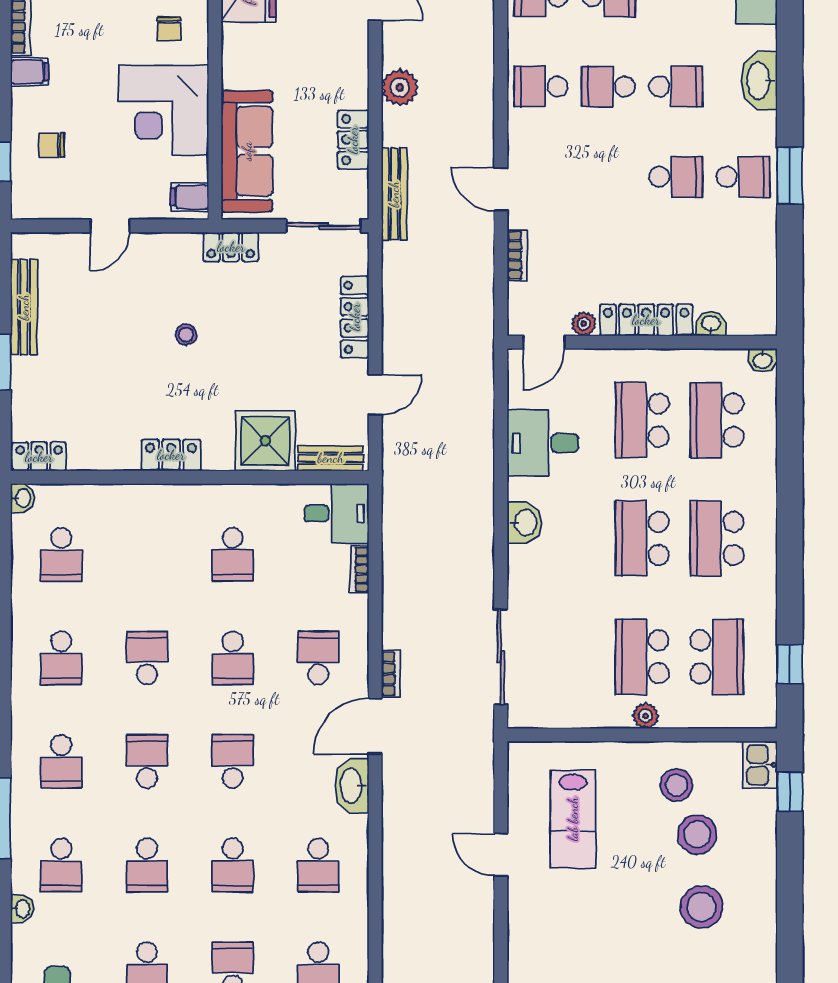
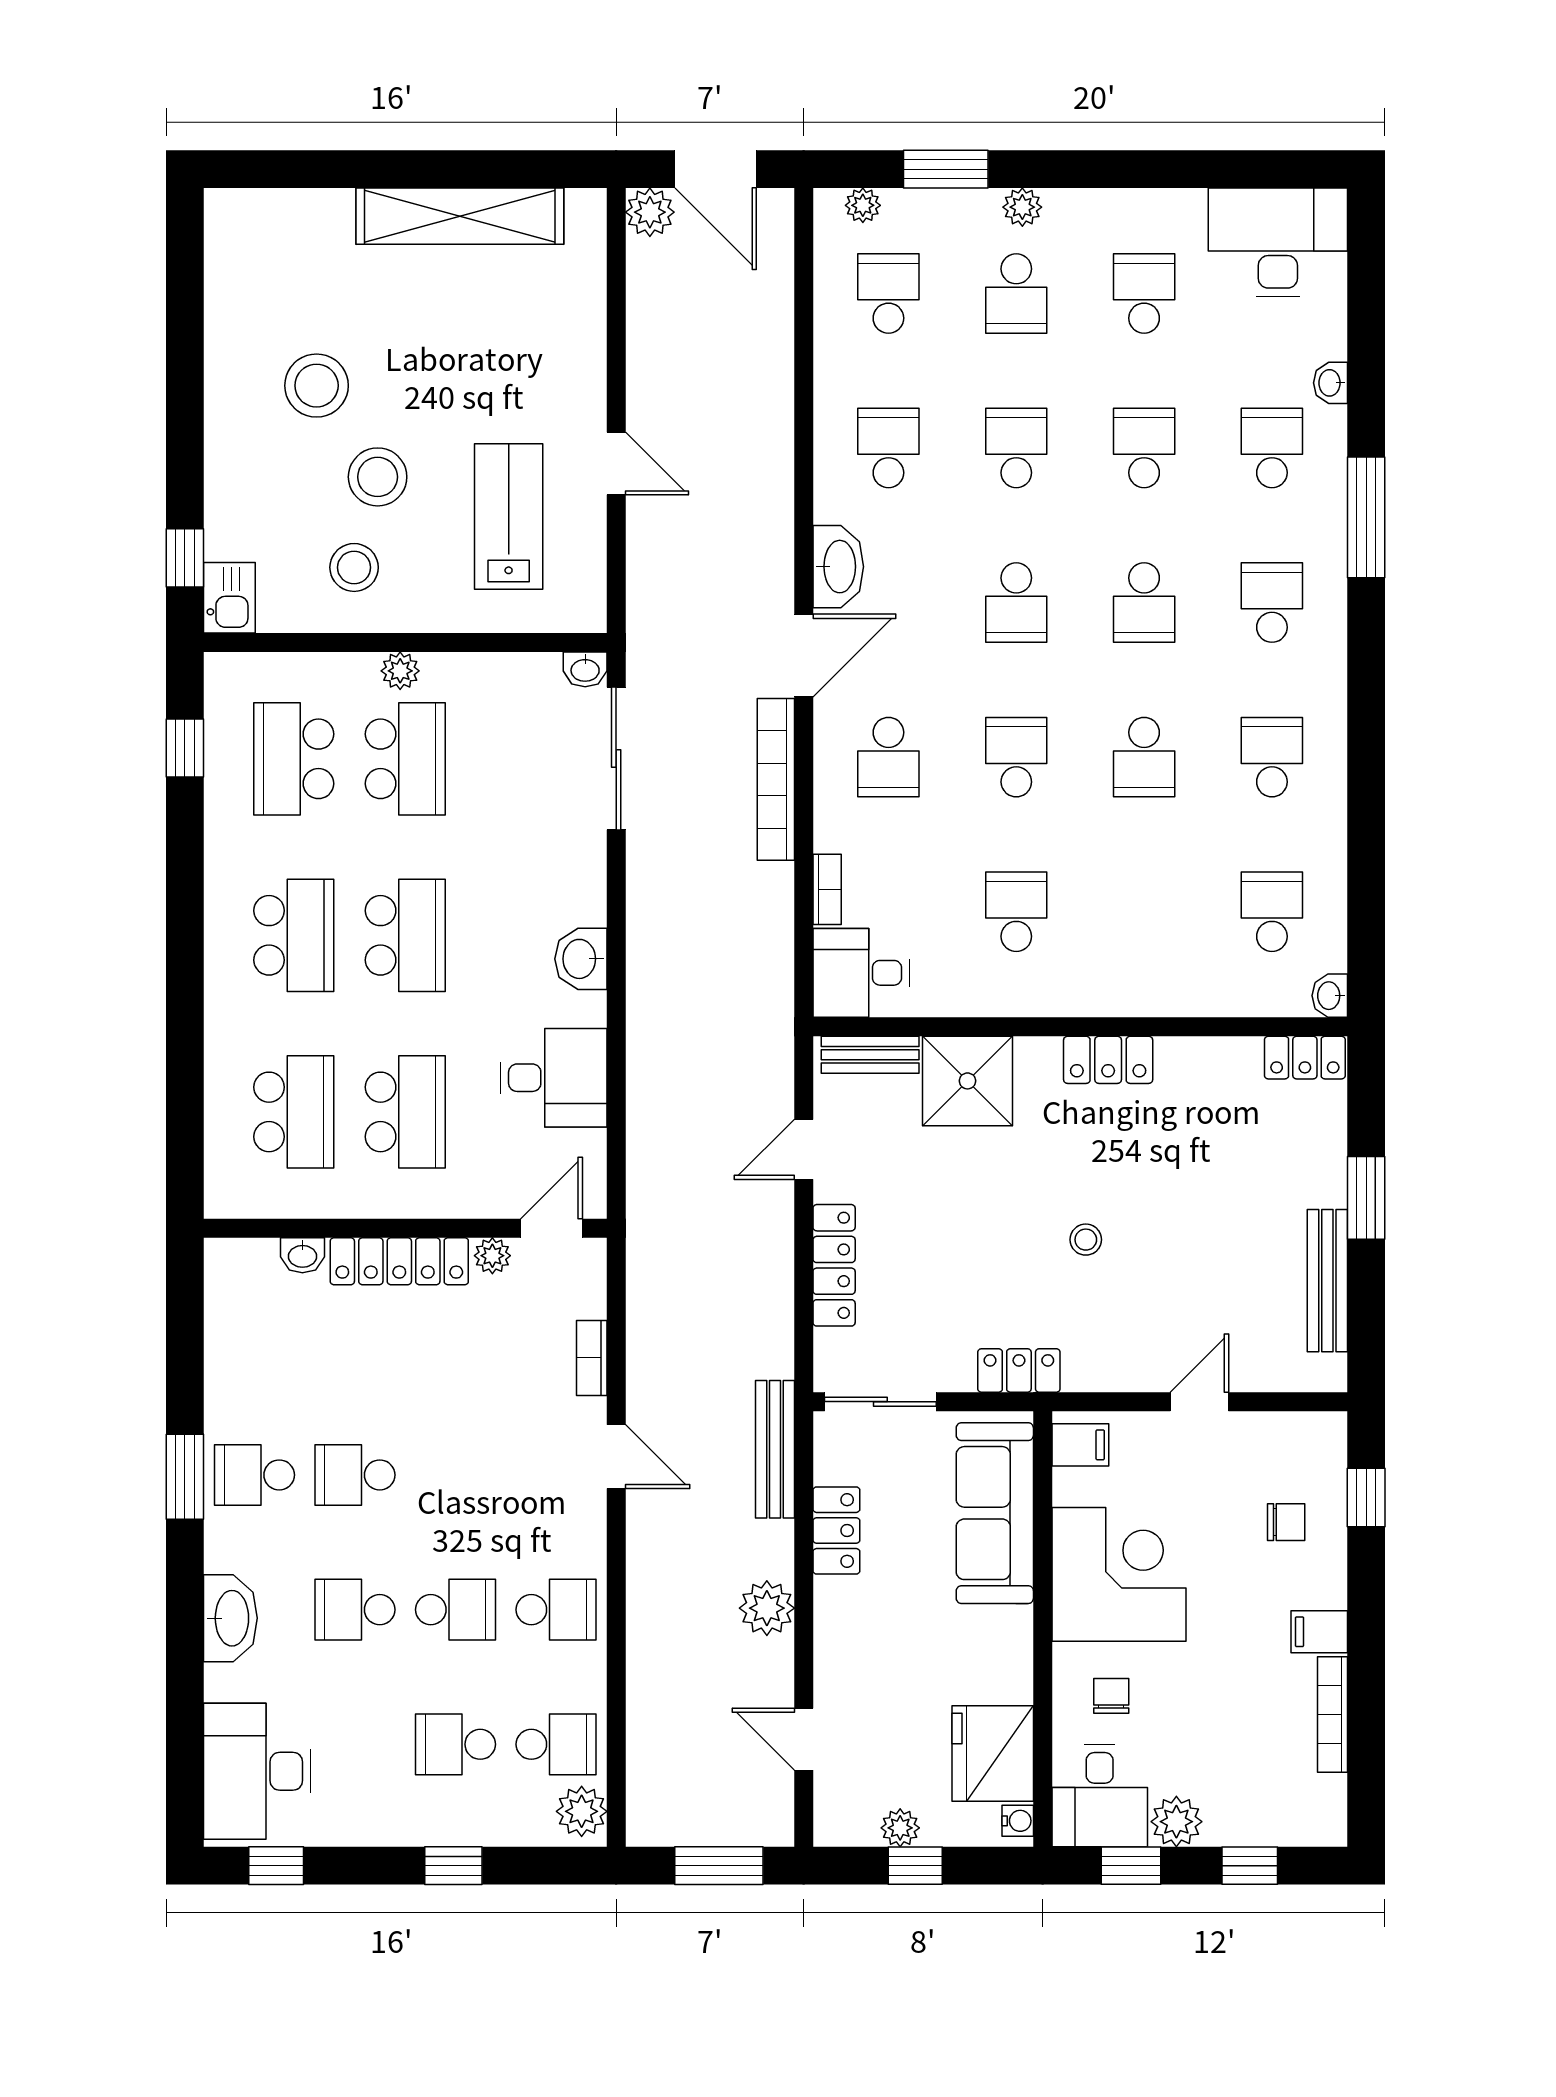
washbasin: (763, 360) -> (585, 669), moved, turned 180
bookcase: (391, 674) -> (776, 779), width x2.31, depth x1.31
stool: (697, 834) -> (378, 477), moved

